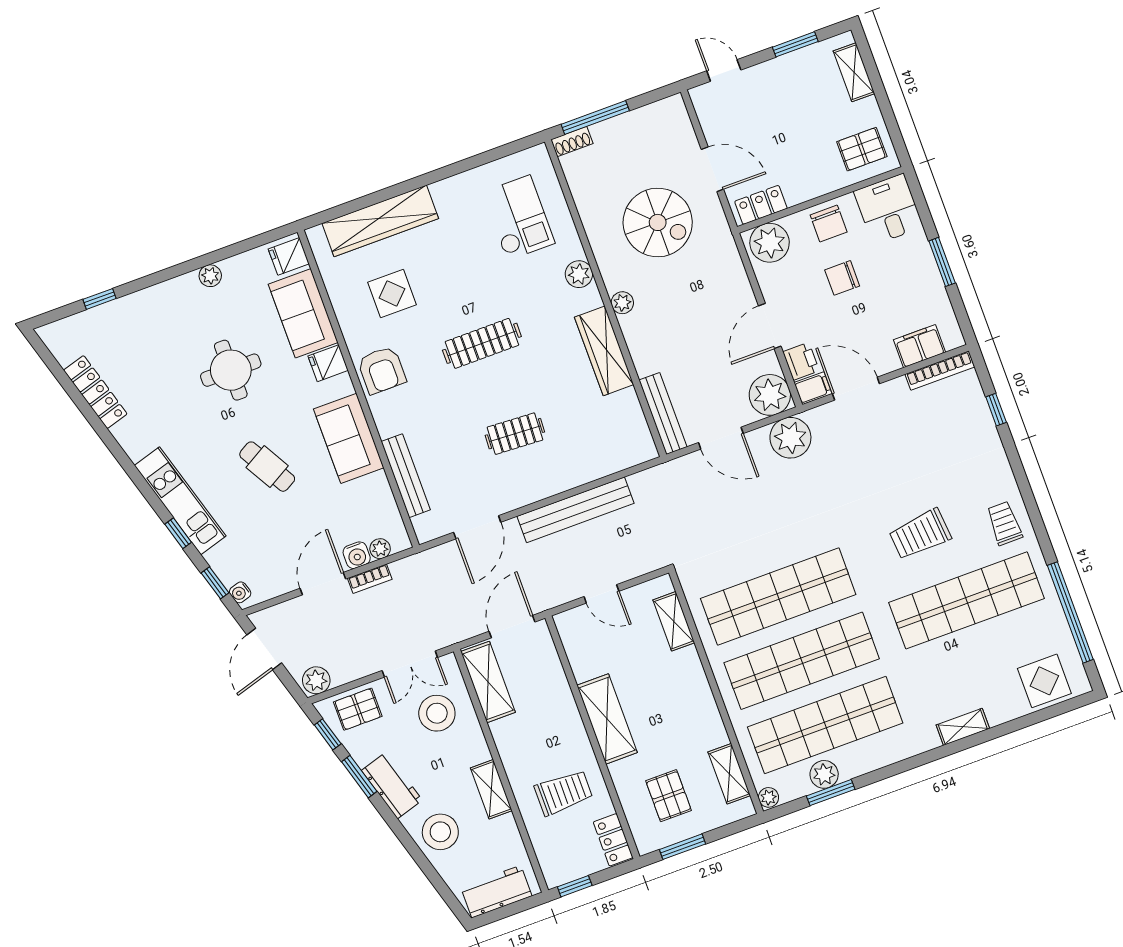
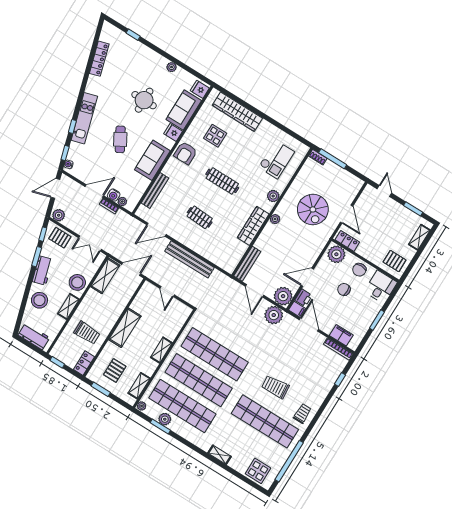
shelving: (674, 621) -> (161, 350), moved
stool: (437, 713) -> (77, 282), moved

